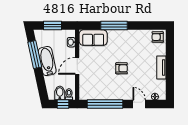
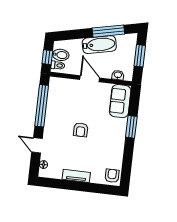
window: (114, 25) -> (131, 127), width x0.69
door: (139, 104) -> (37, 145), swing flipped

